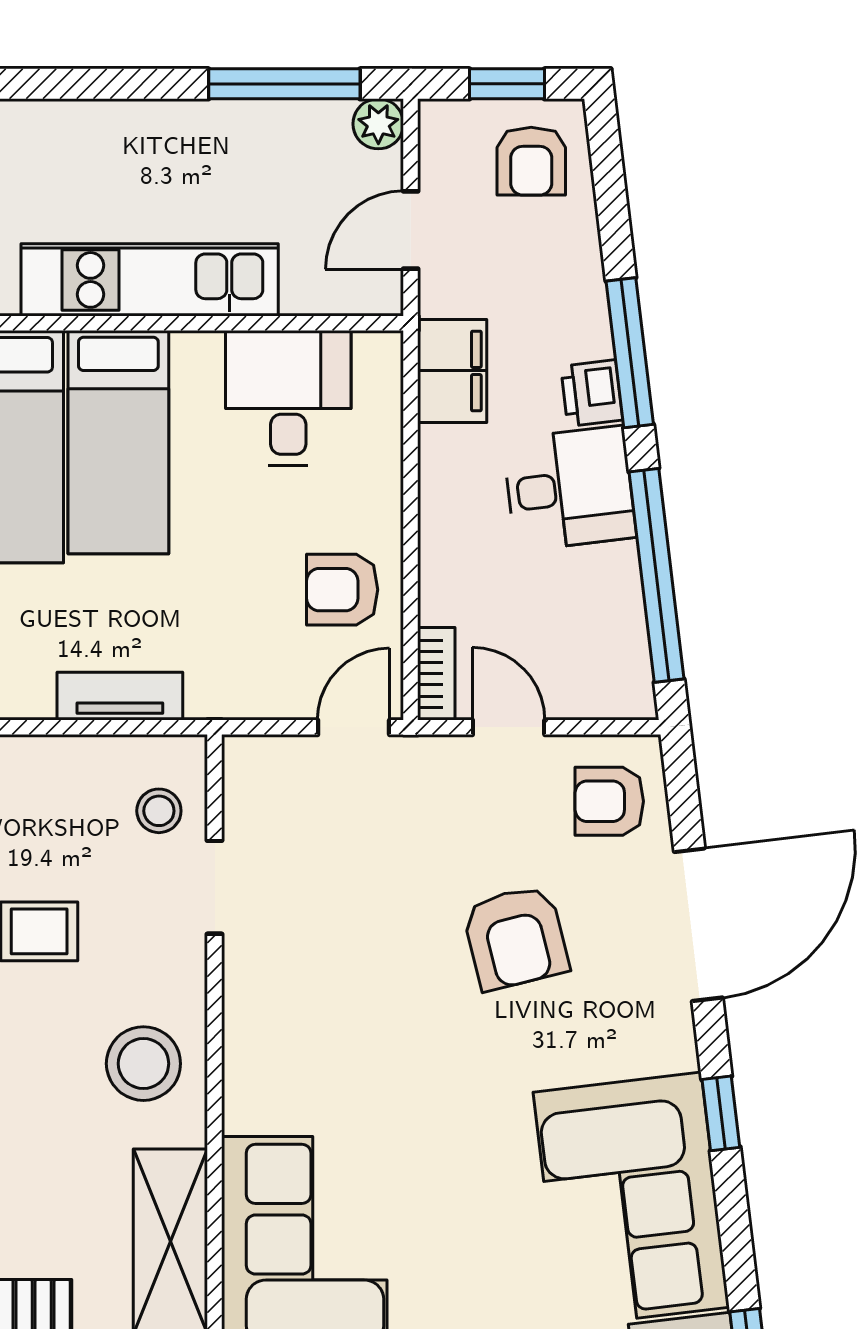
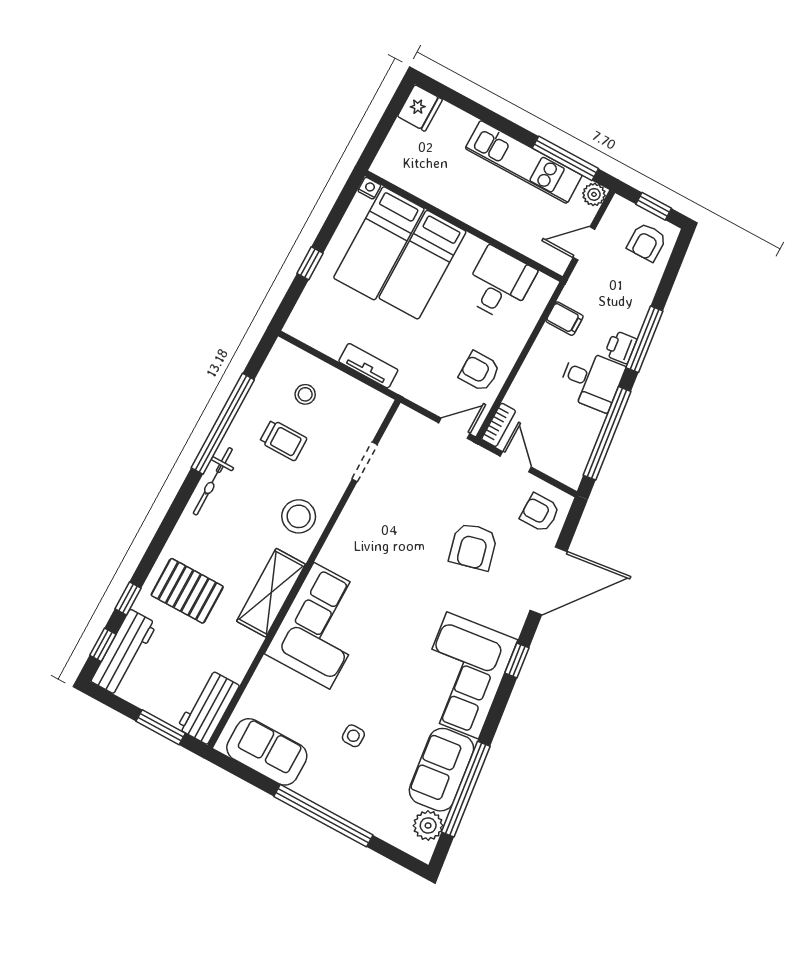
kitchen unit: (150, 280) -> (524, 162), moved, turned 180
filing cabinet: (452, 371) -> (565, 319), width x0.50
stool: (159, 811) -> (305, 394), moved

